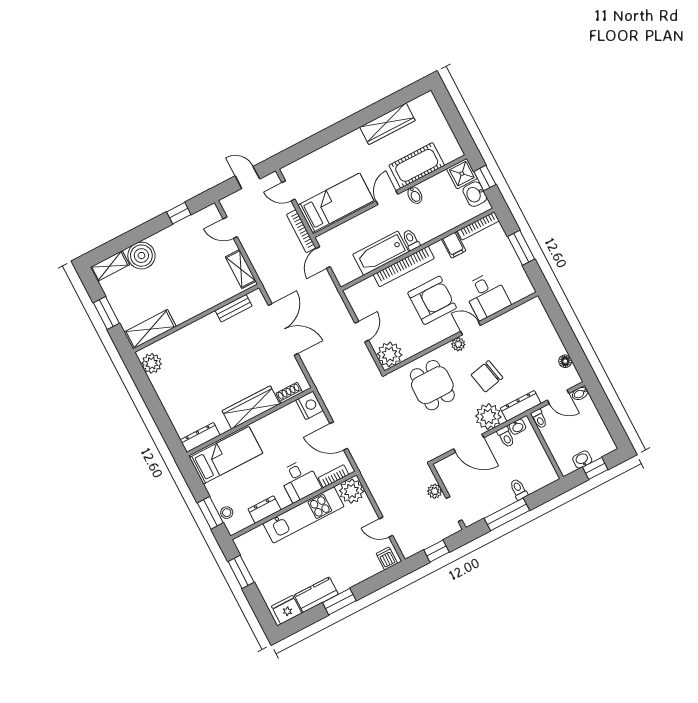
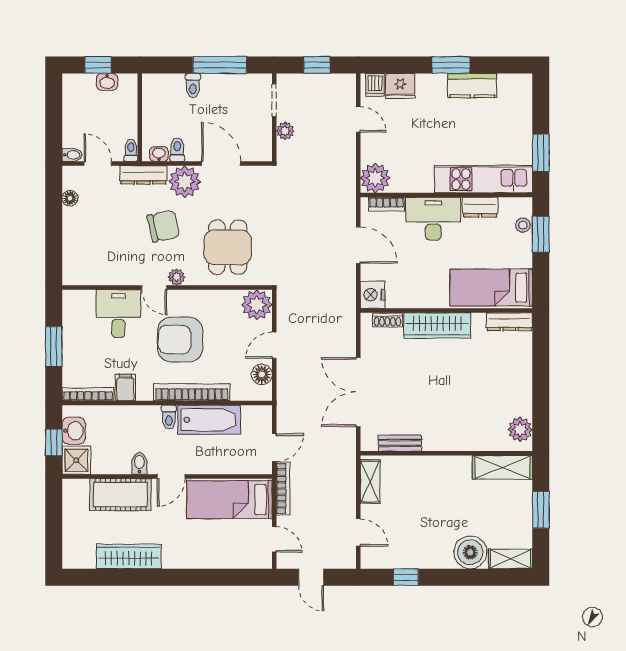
floor lamp: (360, 306) -> (262, 374), added
desk: (300, 481) -> (433, 219), width x1.37
kitchen unit: (304, 515) -> (483, 179), moved
fridge: (287, 610) -> (400, 86), moved

